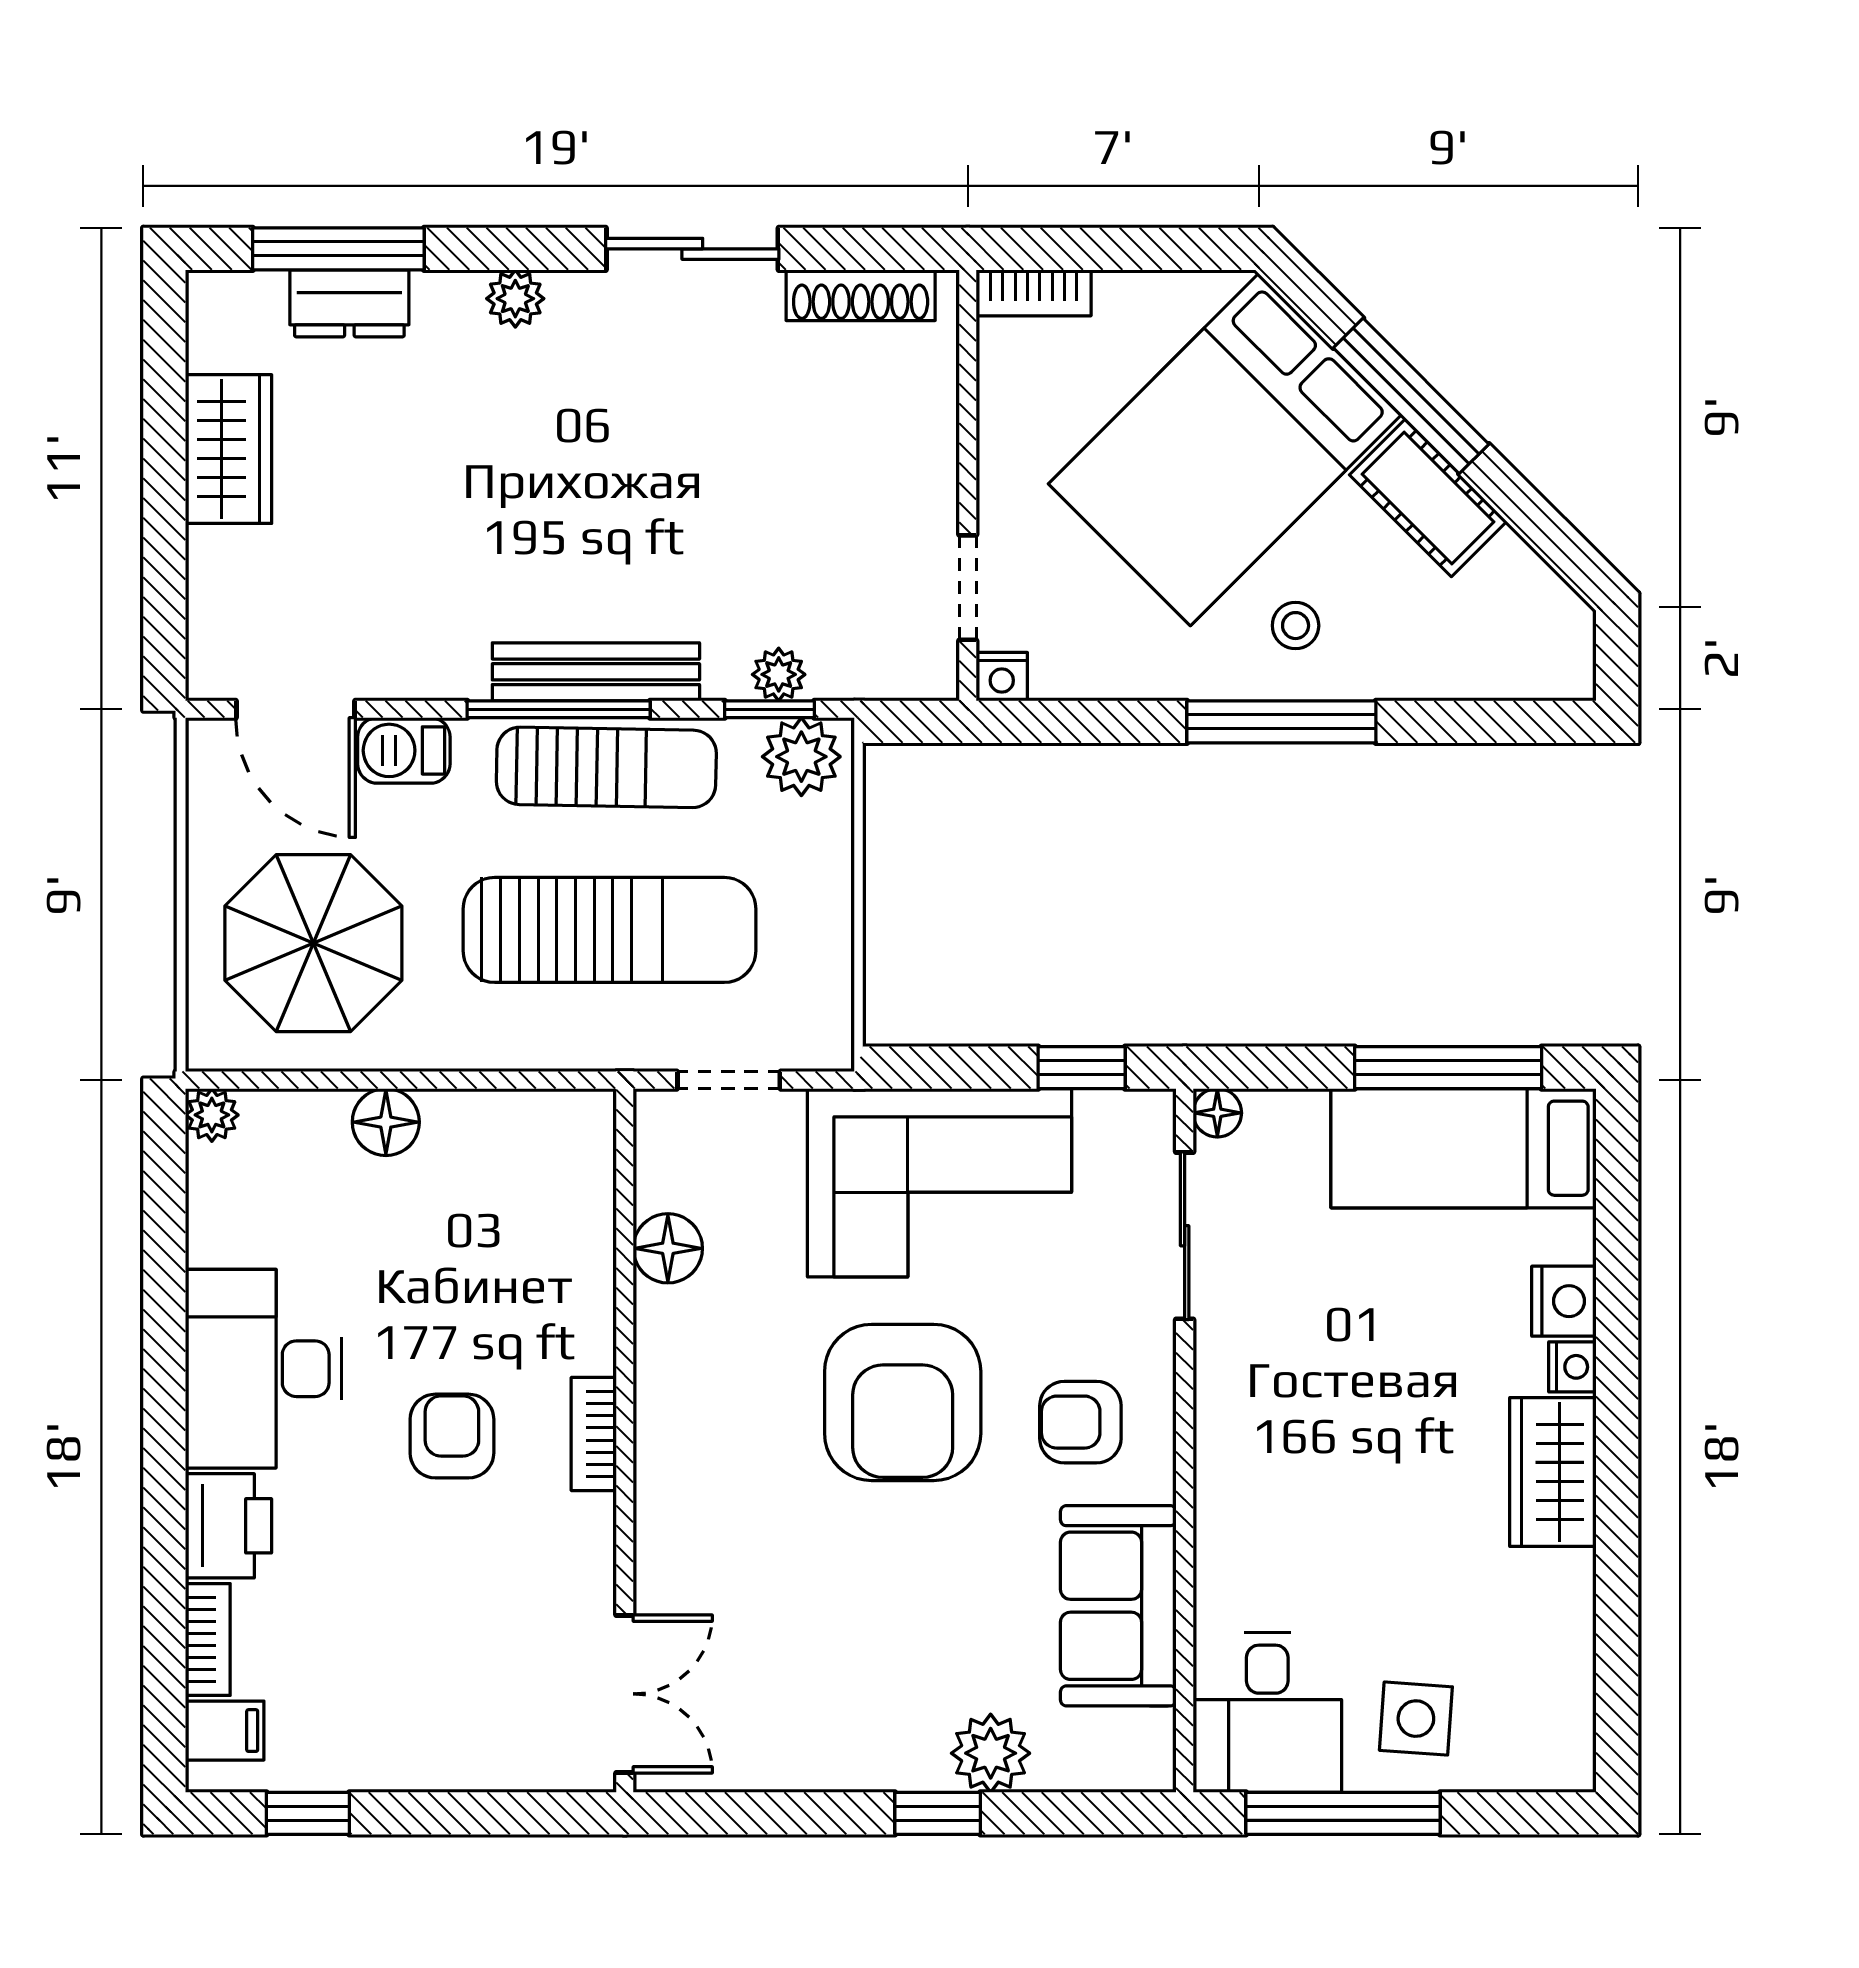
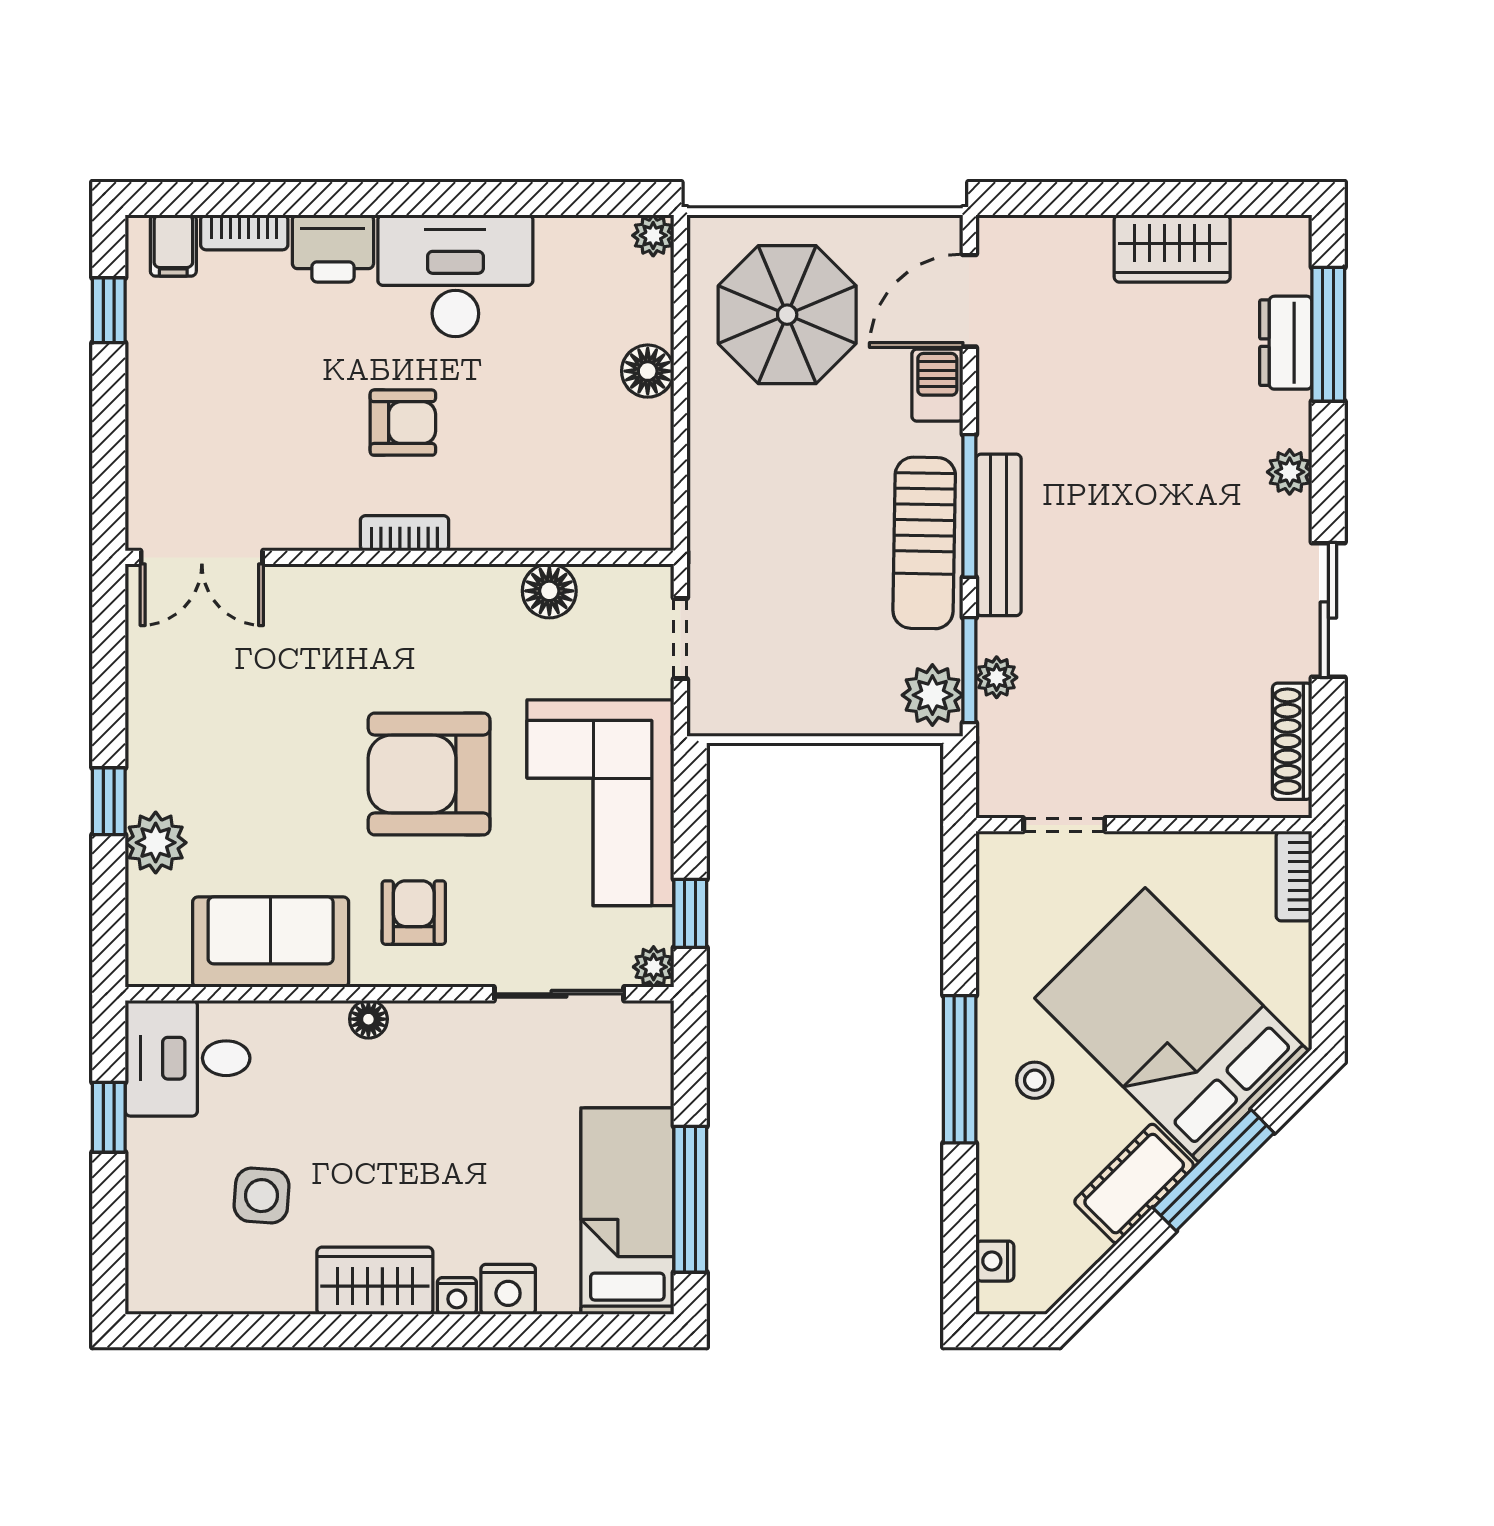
nightstand: (1002, 677) -> (995, 1261), moved
window: (769, 709) -> (969, 670), width x1.50
sun lounger: (609, 930) -> (797, 545), removed
floor lamp: (1217, 1113) -> (368, 1019), moved
plant: (1150, 1115) -> (654, 967), added
side table: (1416, 1719) -> (262, 1196), moved
window: (1343, 1813) -> (109, 1117), width x0.46

